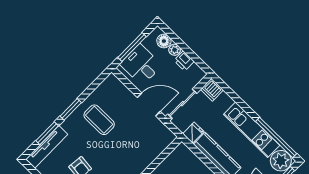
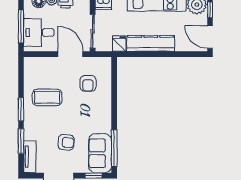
door: (149, 104) -> (70, 54), hinge flipped
armchair: (140, 139) -> (88, 83), added
tv unit: (47, 147) -> (30, 157), width x0.71

